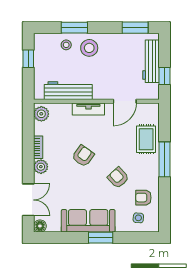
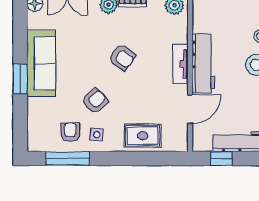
workbench: (68, 91) -> (203, 63), moved
door: (125, 101) -> (190, 109), swing flipped
window: (164, 159) -> (67, 158), moved
side table: (138, 218) -> (97, 135), moved

